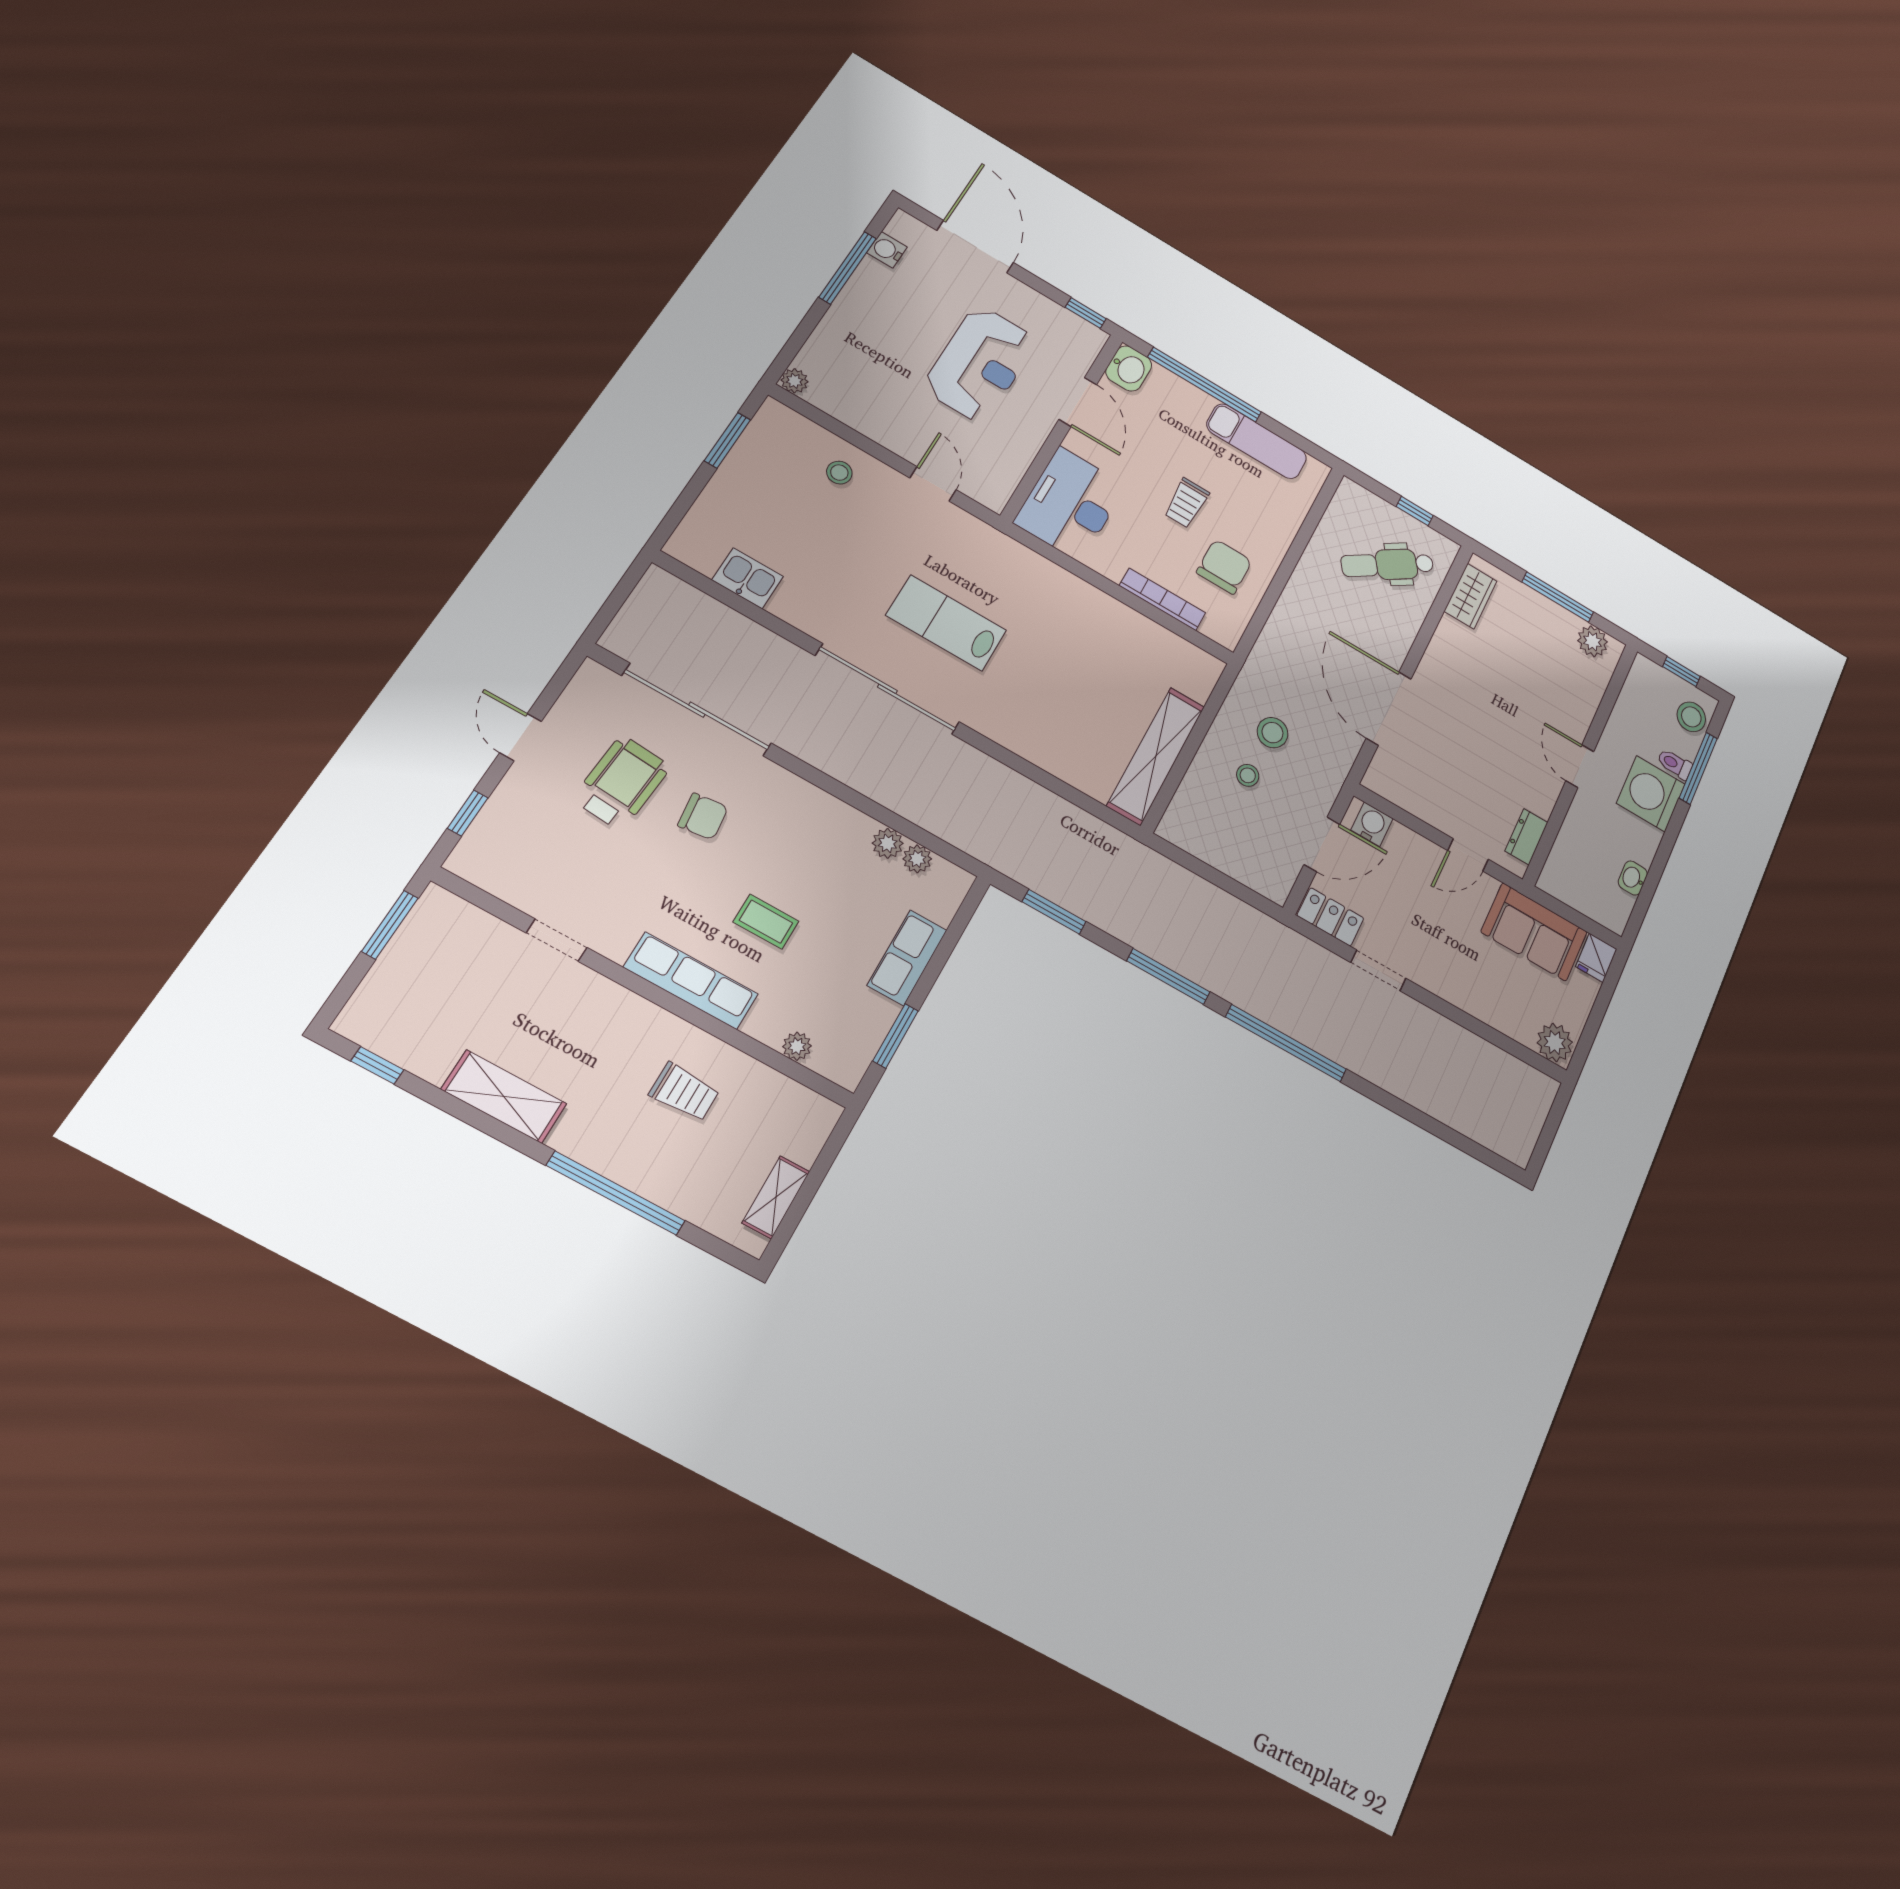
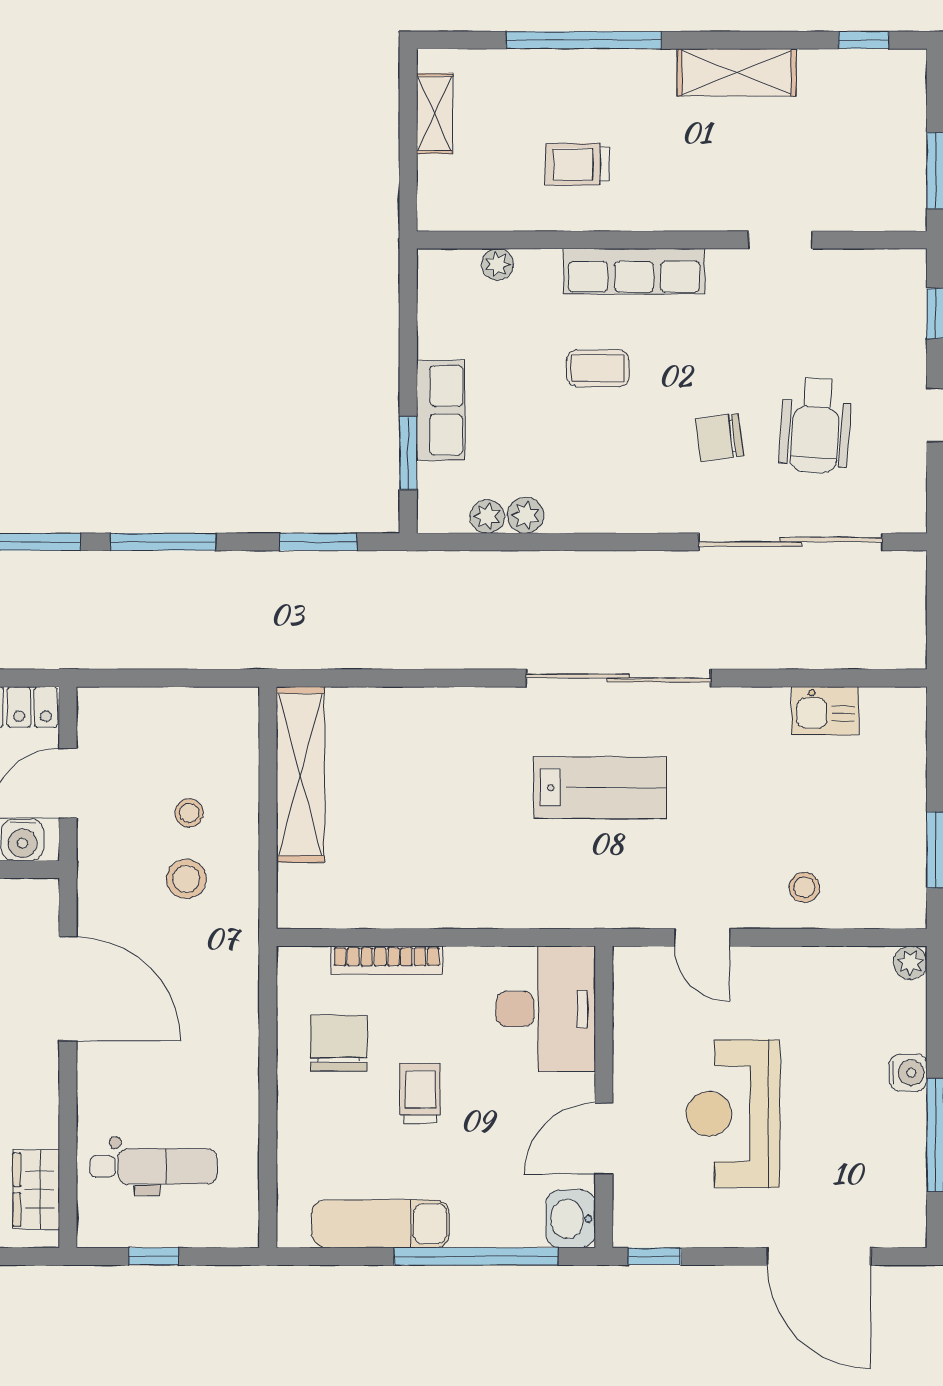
water cooler: (887, 250) -> (908, 1073), moved
door: (1078, 402) -> (604, 1139), hinge flipped
dental chair: (1387, 565) -> (153, 1166), turned 35
chair: (1224, 567) -> (339, 1043), turned 180
window: (896, 1036) -> (408, 453), moved

